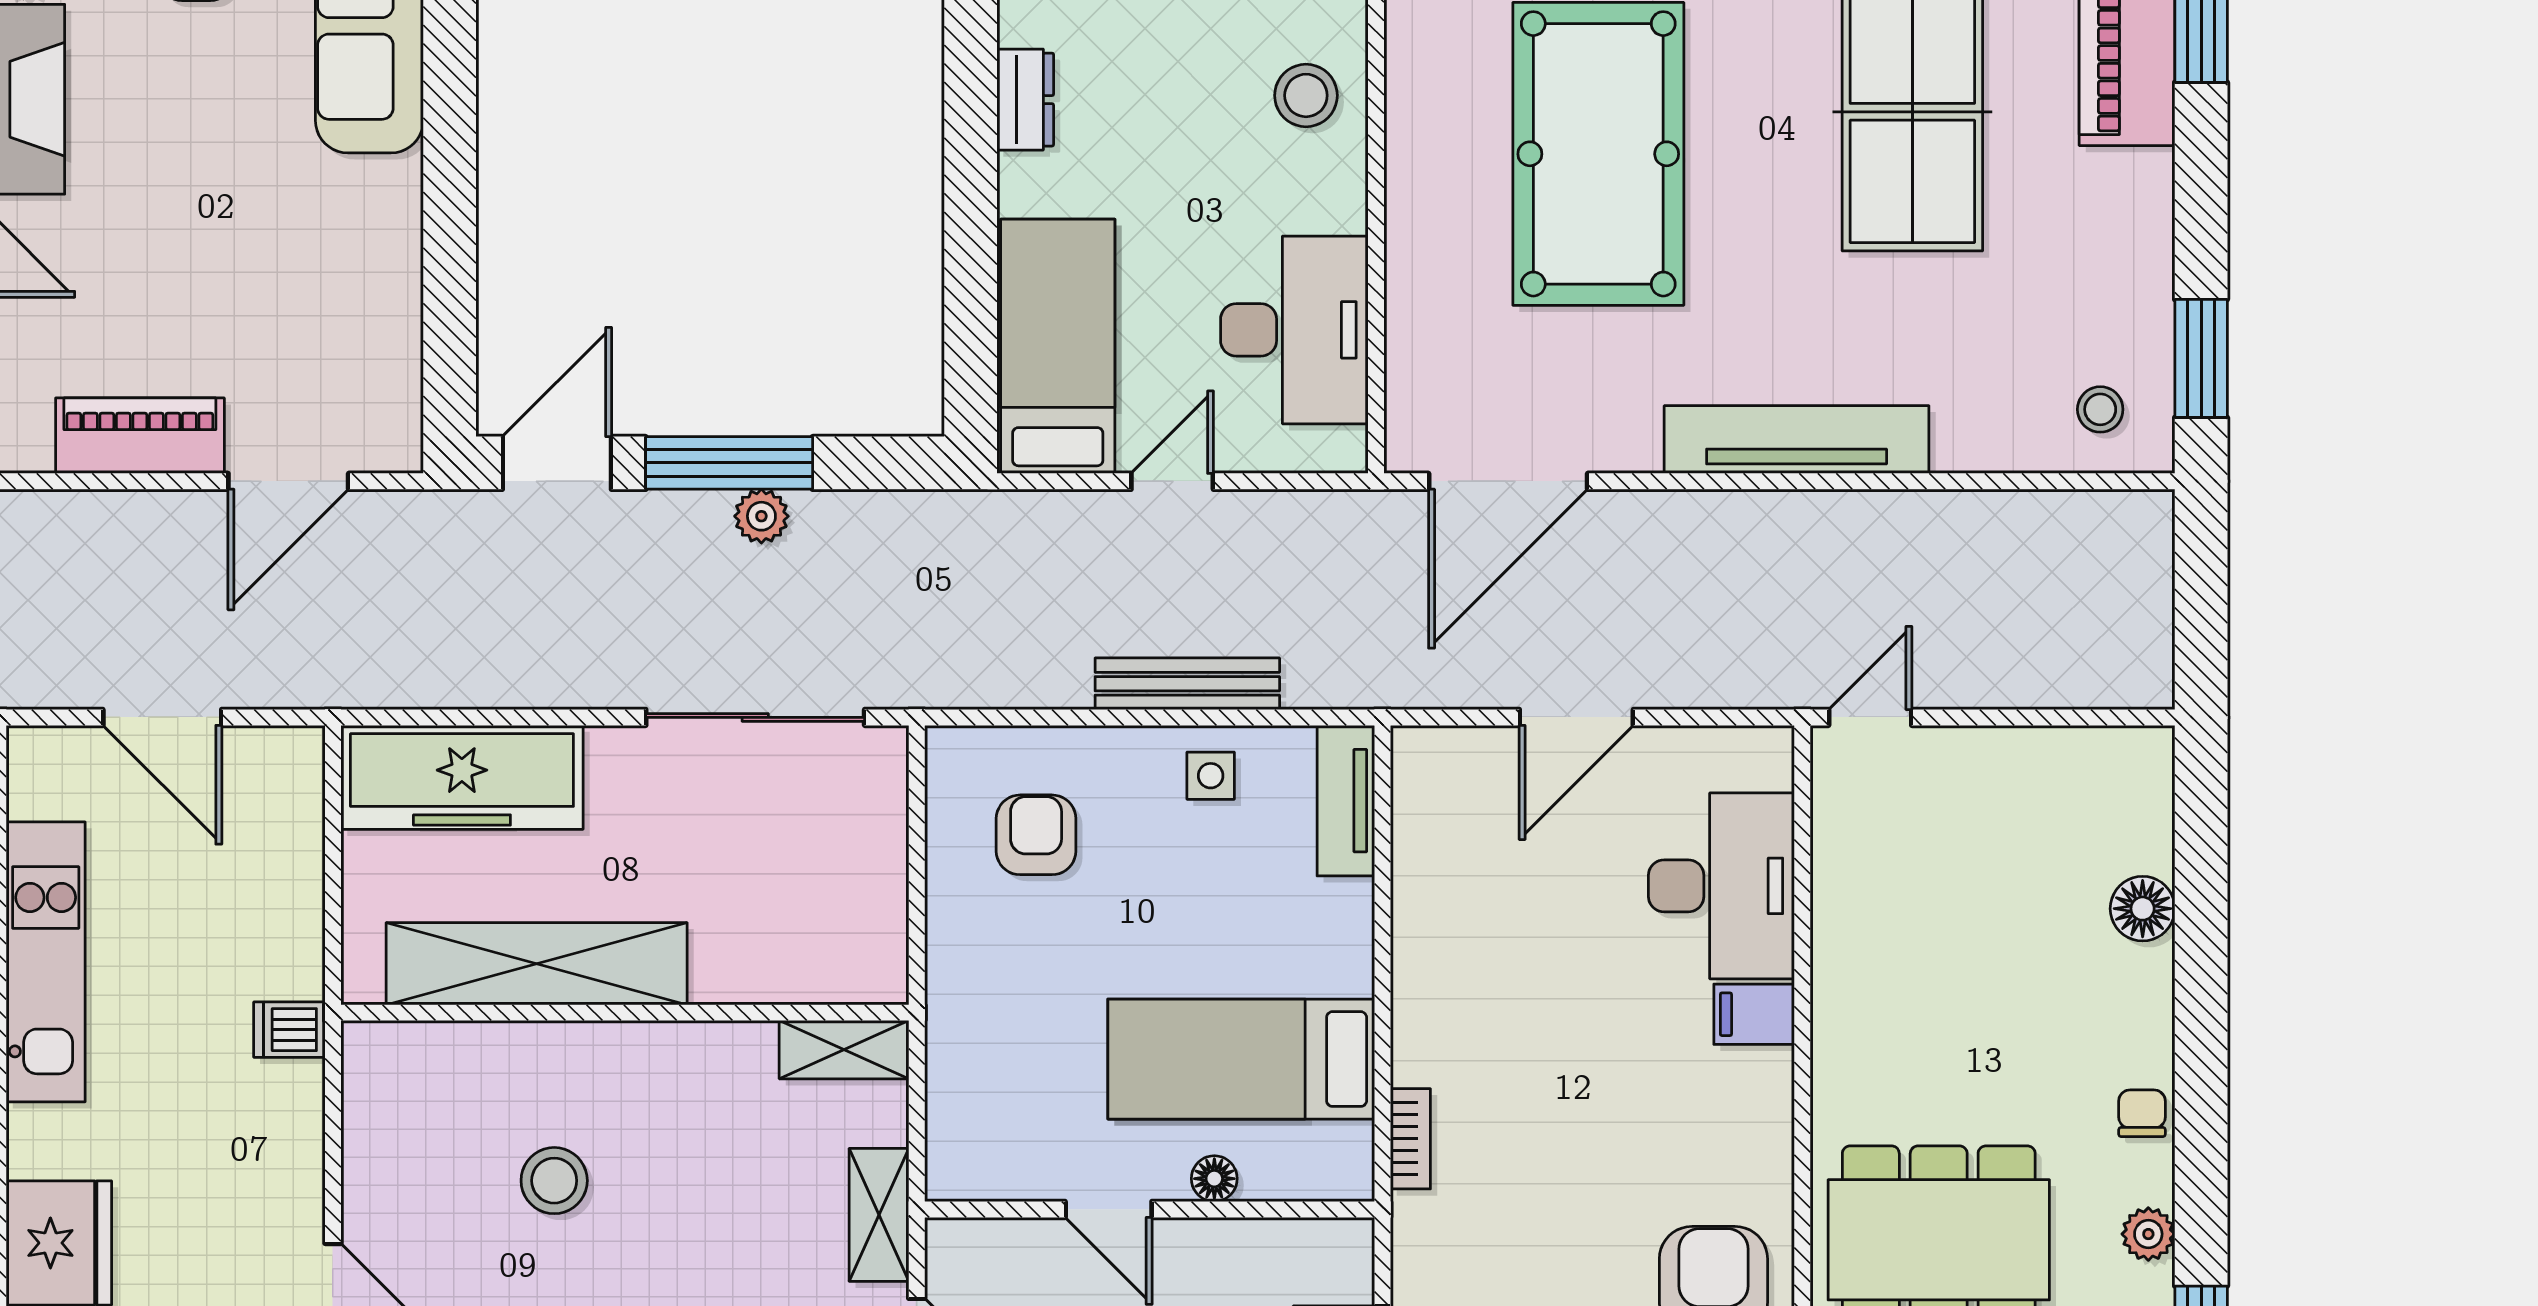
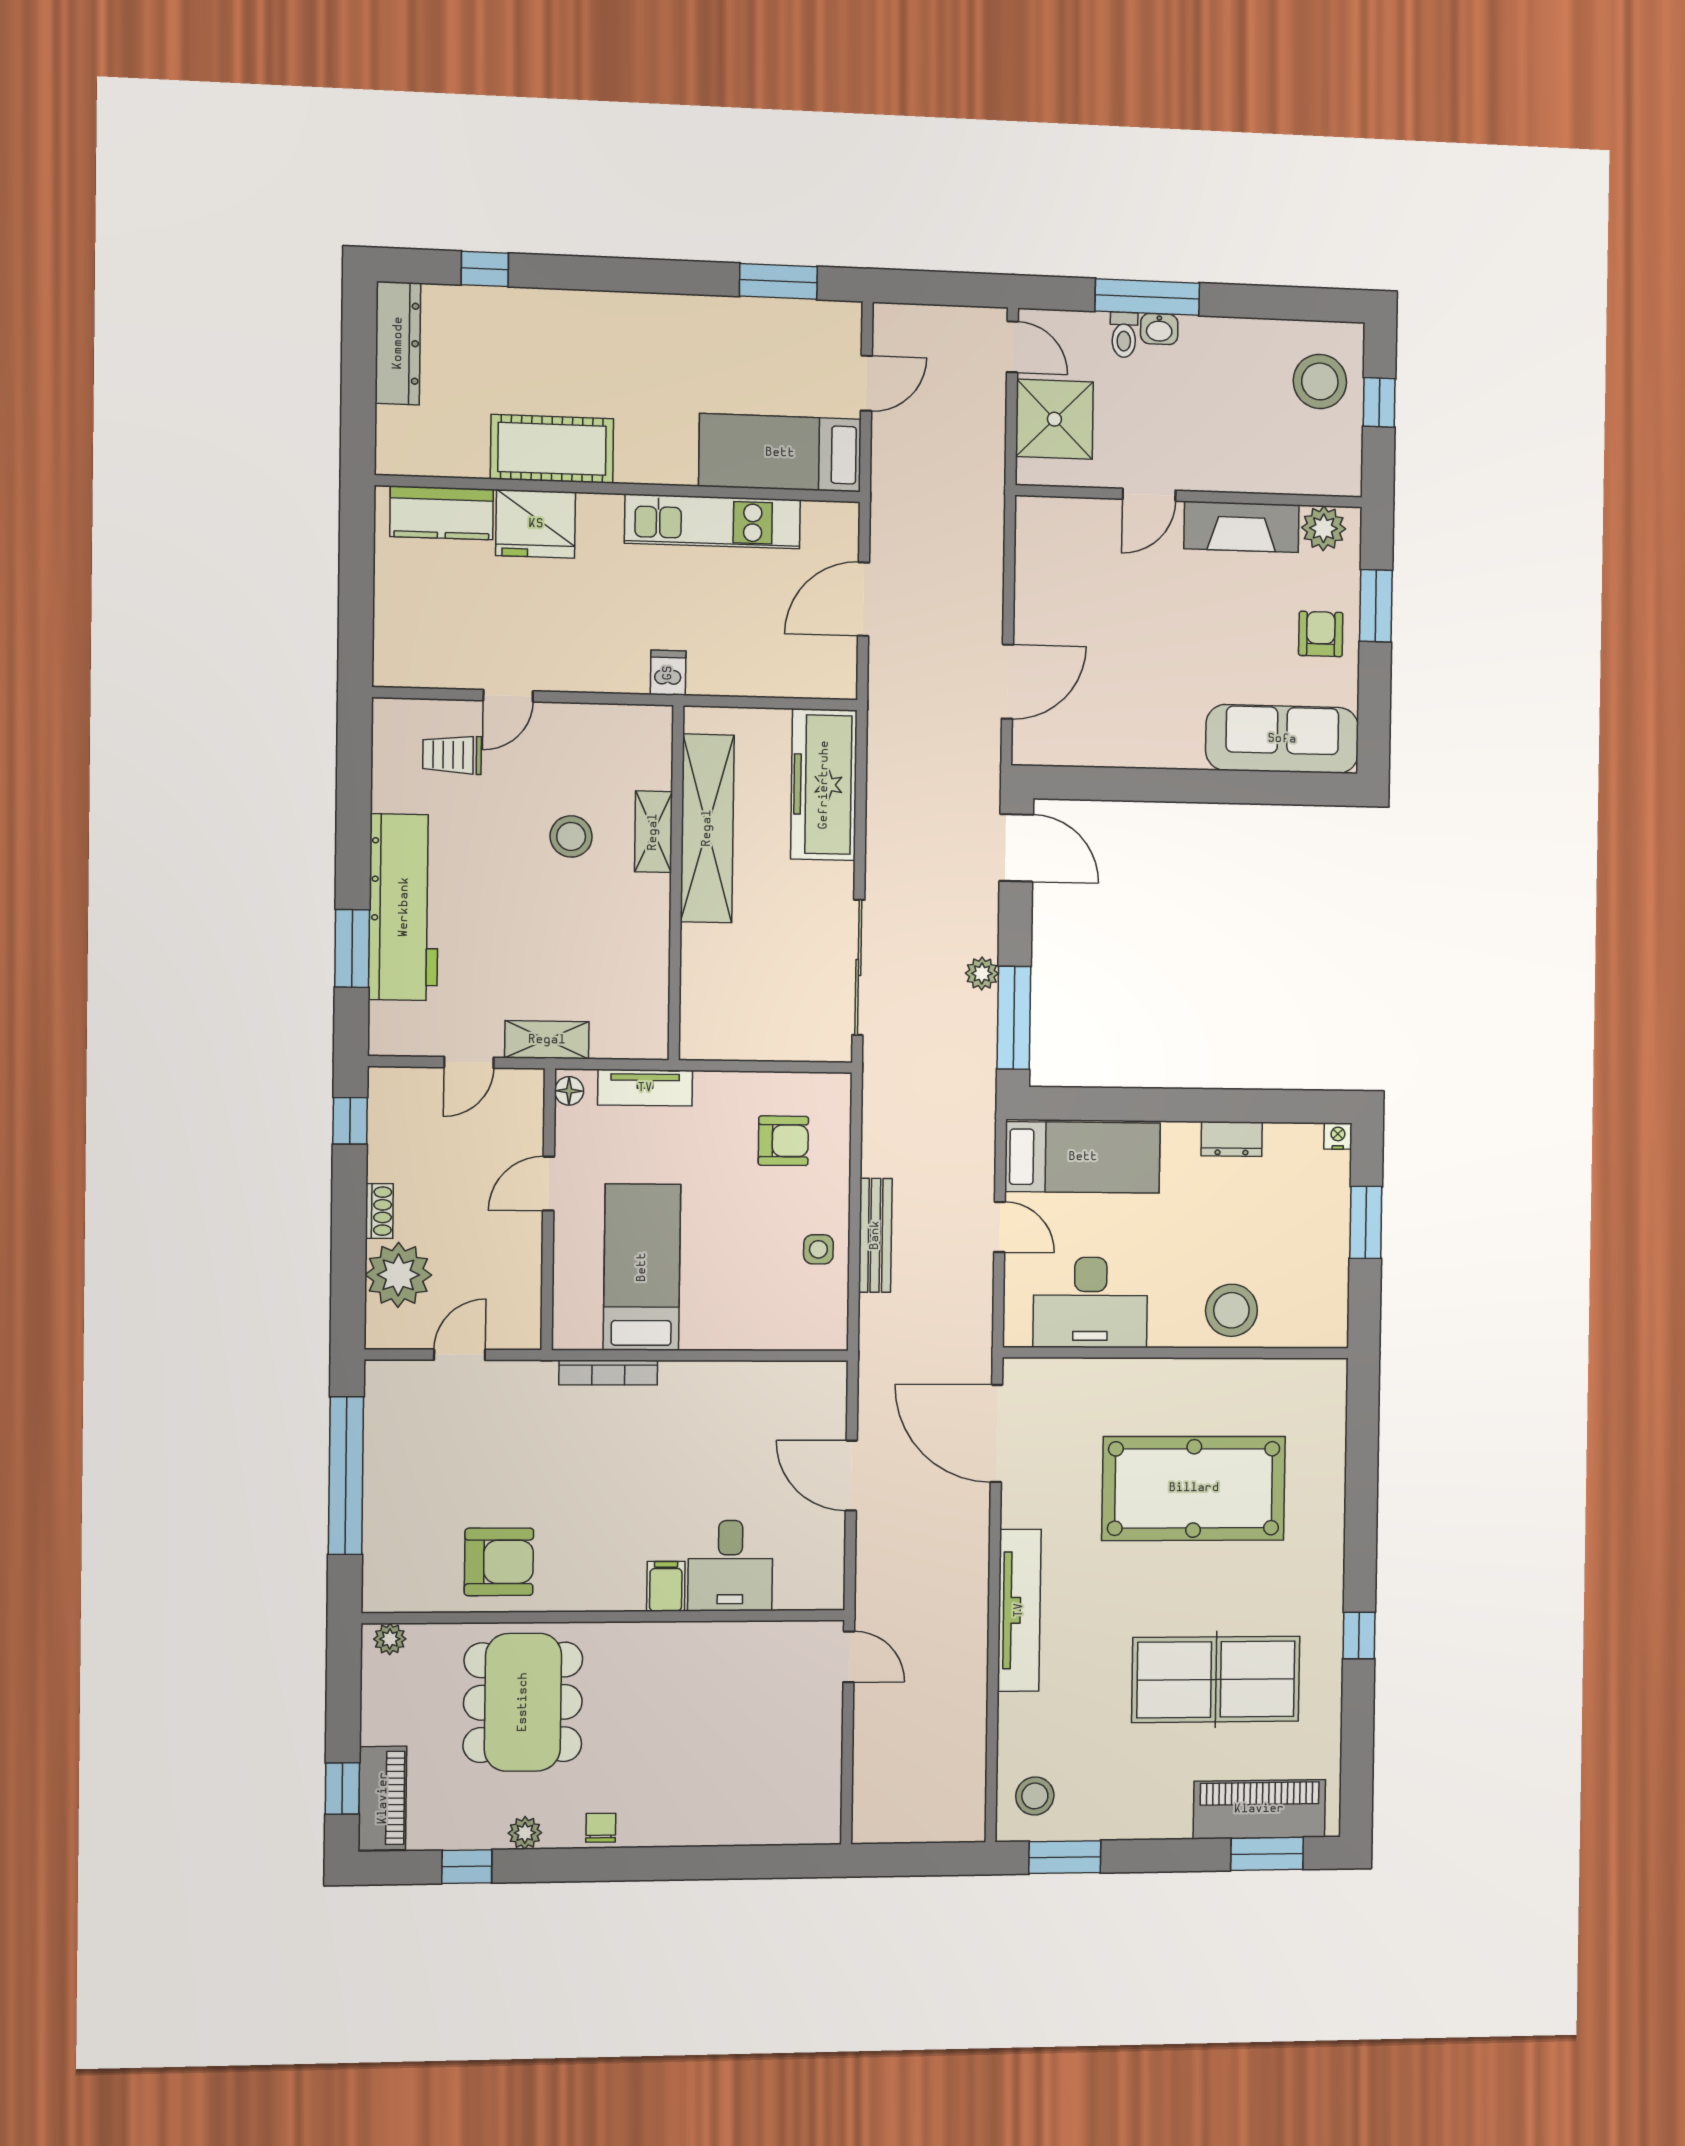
stool: (1306, 95) -> (1231, 1310), width x1.38, depth x1.38
stool: (2100, 409) -> (1035, 1796), width x1.37, depth x1.37
piano: (140, 436) -> (1037, 591), removed
window: (729, 463) -> (1014, 1018), moved
door: (288, 481) -> (1007, 682), swing flipped
tv unit: (1346, 801) -> (645, 1088), moved, turned 180
desk: (1721, 886) -> (730, 1566), width x0.73
floor lamp: (2143, 909) -> (728, 1826), removed
shelving: (844, 1050) -> (653, 832), moved
chair: (2142, 1113) -> (601, 1828), turned -90
bookcase: (1410, 1139) -> (608, 1373), width x1.56
floor lamp: (1214, 1179) -> (569, 1091), moved

